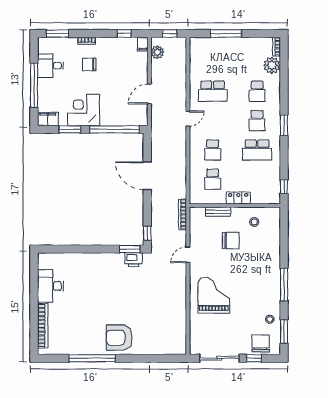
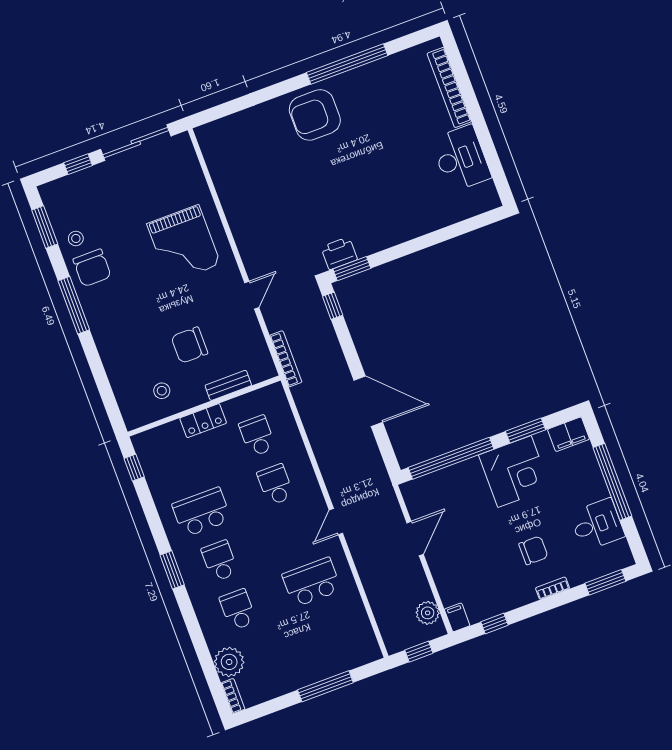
armchair: (119, 338) -> (315, 115), turned 180
chair: (261, 343) -> (92, 268), moved

